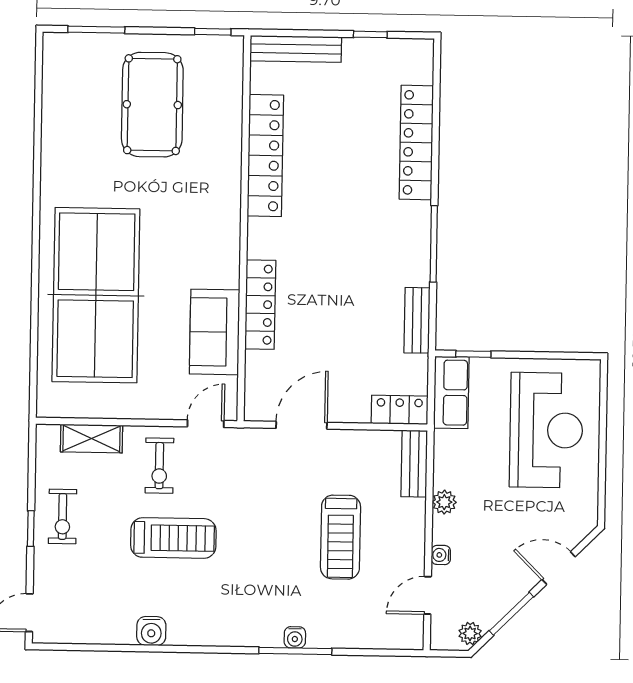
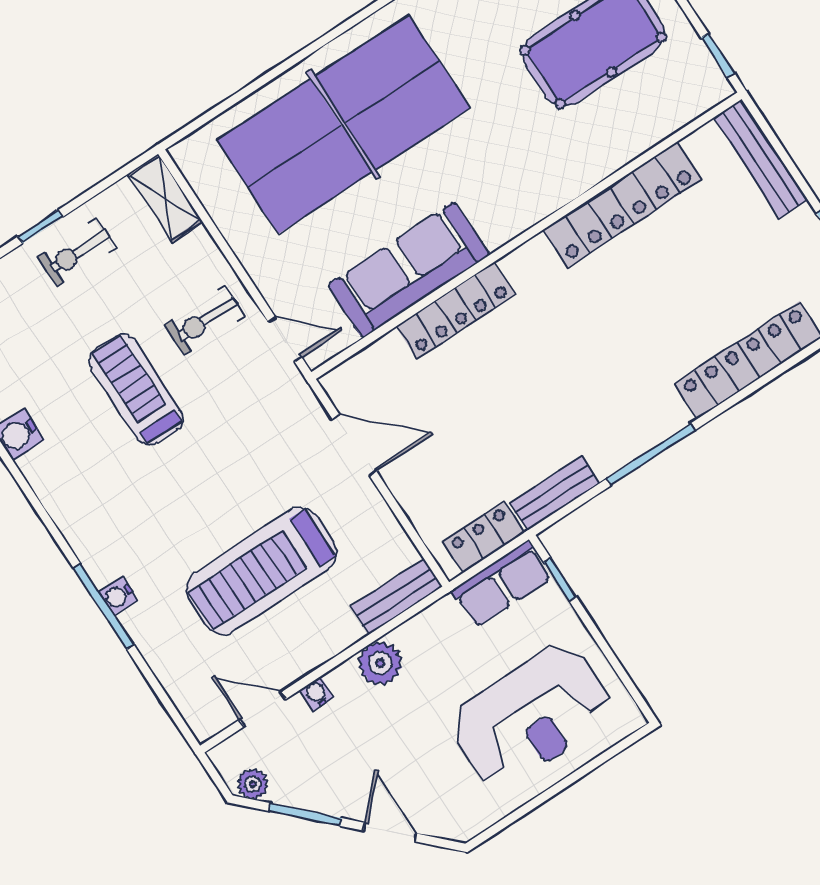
sofa: (215, 332) -> (408, 270), width x1.36
locker: (400, 410) -> (484, 537), moved, turned -90
shelving: (92, 438) -> (165, 198), moved
plant: (444, 502) -> (380, 663), width x1.38, depth x1.38
treadmill: (340, 537) -> (261, 571), width x1.37, depth x1.38
treadmill: (173, 538) -> (136, 389), turned 180

